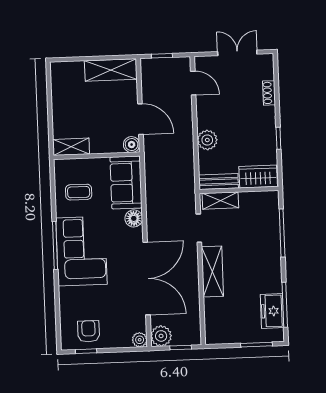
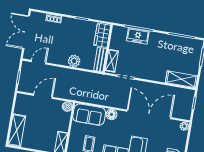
double door: (237, 53) -> (26, 32), width x1.37
shelving: (111, 70) -> (17, 130), moved
door: (140, 119) -> (43, 96), moved
shelving: (212, 271) -> (181, 79), moved
freezer: (272, 311) -> (138, 36), moved
plant: (161, 336) -> (185, 113), removed

